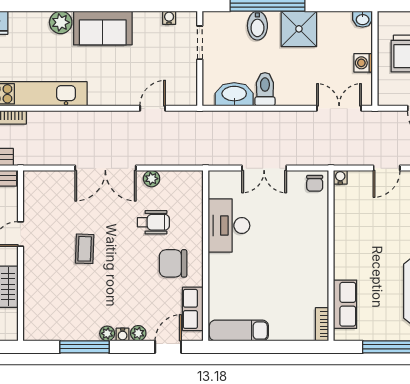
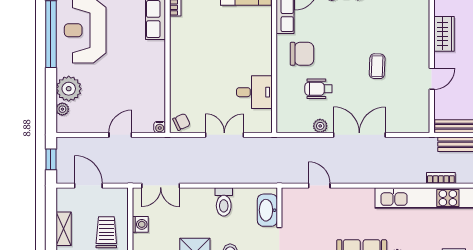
washbasin: (234, 94) -> (267, 210), moved, turned 90
door: (153, 108) -> (319, 186), swing flipped
chair: (315, 183) -> (181, 122), turned 65
desk: (229, 226) -> (254, 92), width x0.73

